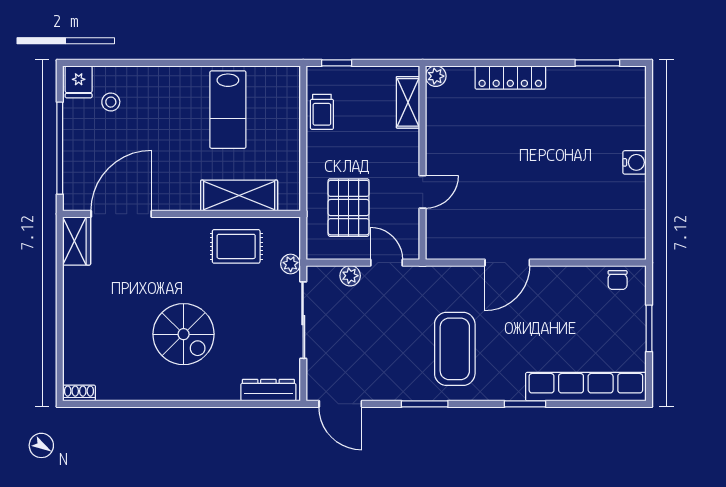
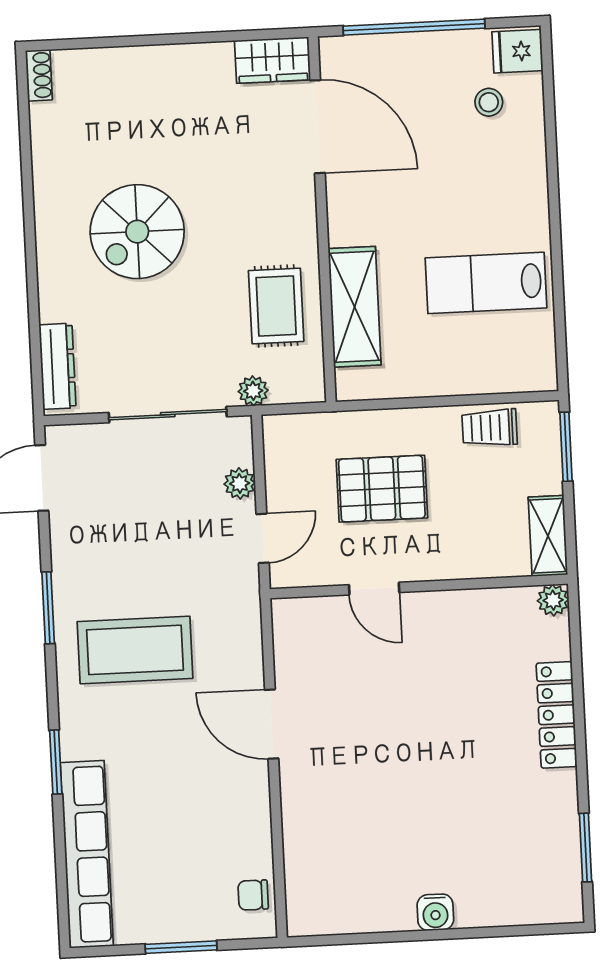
window: (337, 63) -> (566, 447), width x1.50
shelving: (408, 102) -> (548, 536), moved, turned 90
pallet: (349, 208) -> (382, 489), moved

